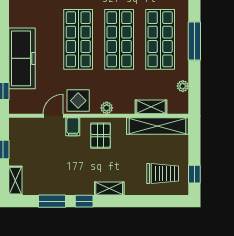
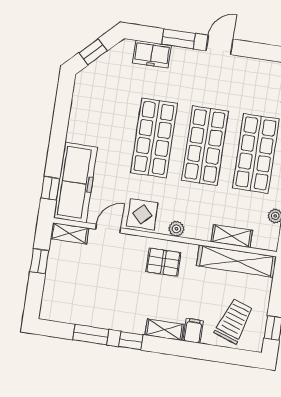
freezer: (22, 58) -> (76, 183), moved
filing cabinet: (73, 127) -> (193, 331), moved, turned 180
pallet: (100, 136) -> (163, 262), turned 90
trolley: (163, 173) -> (234, 321), turned -71
shelving: (15, 181) -> (70, 233), moved, turned 90

